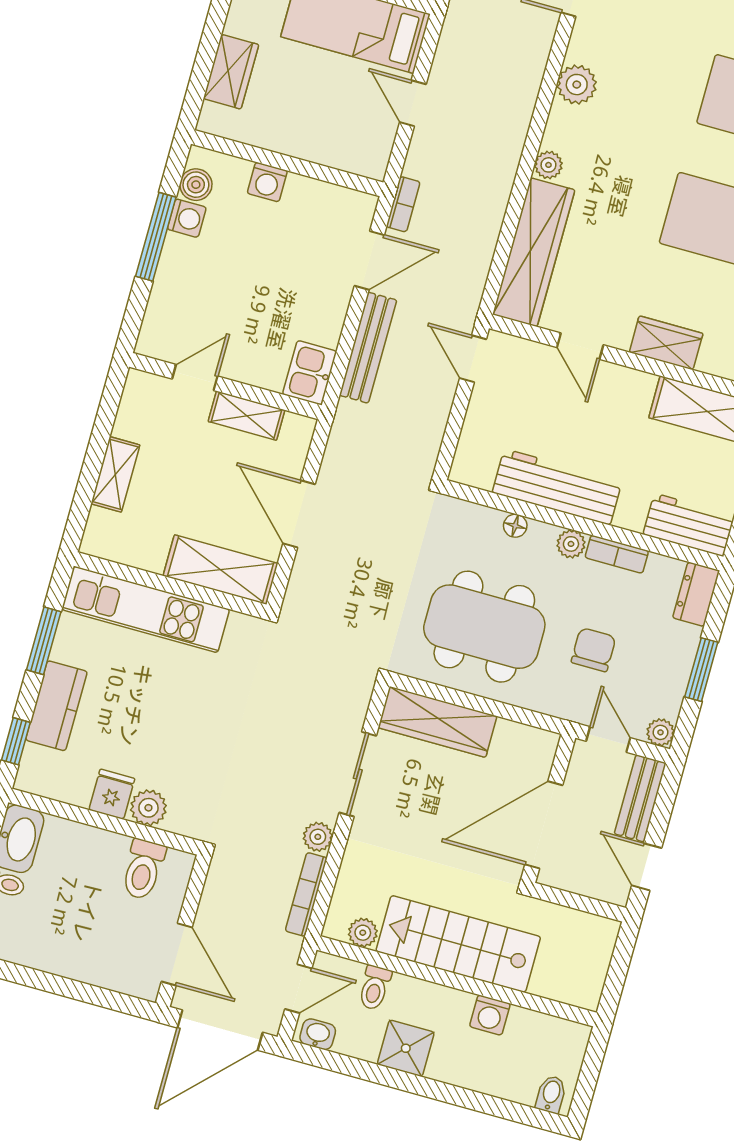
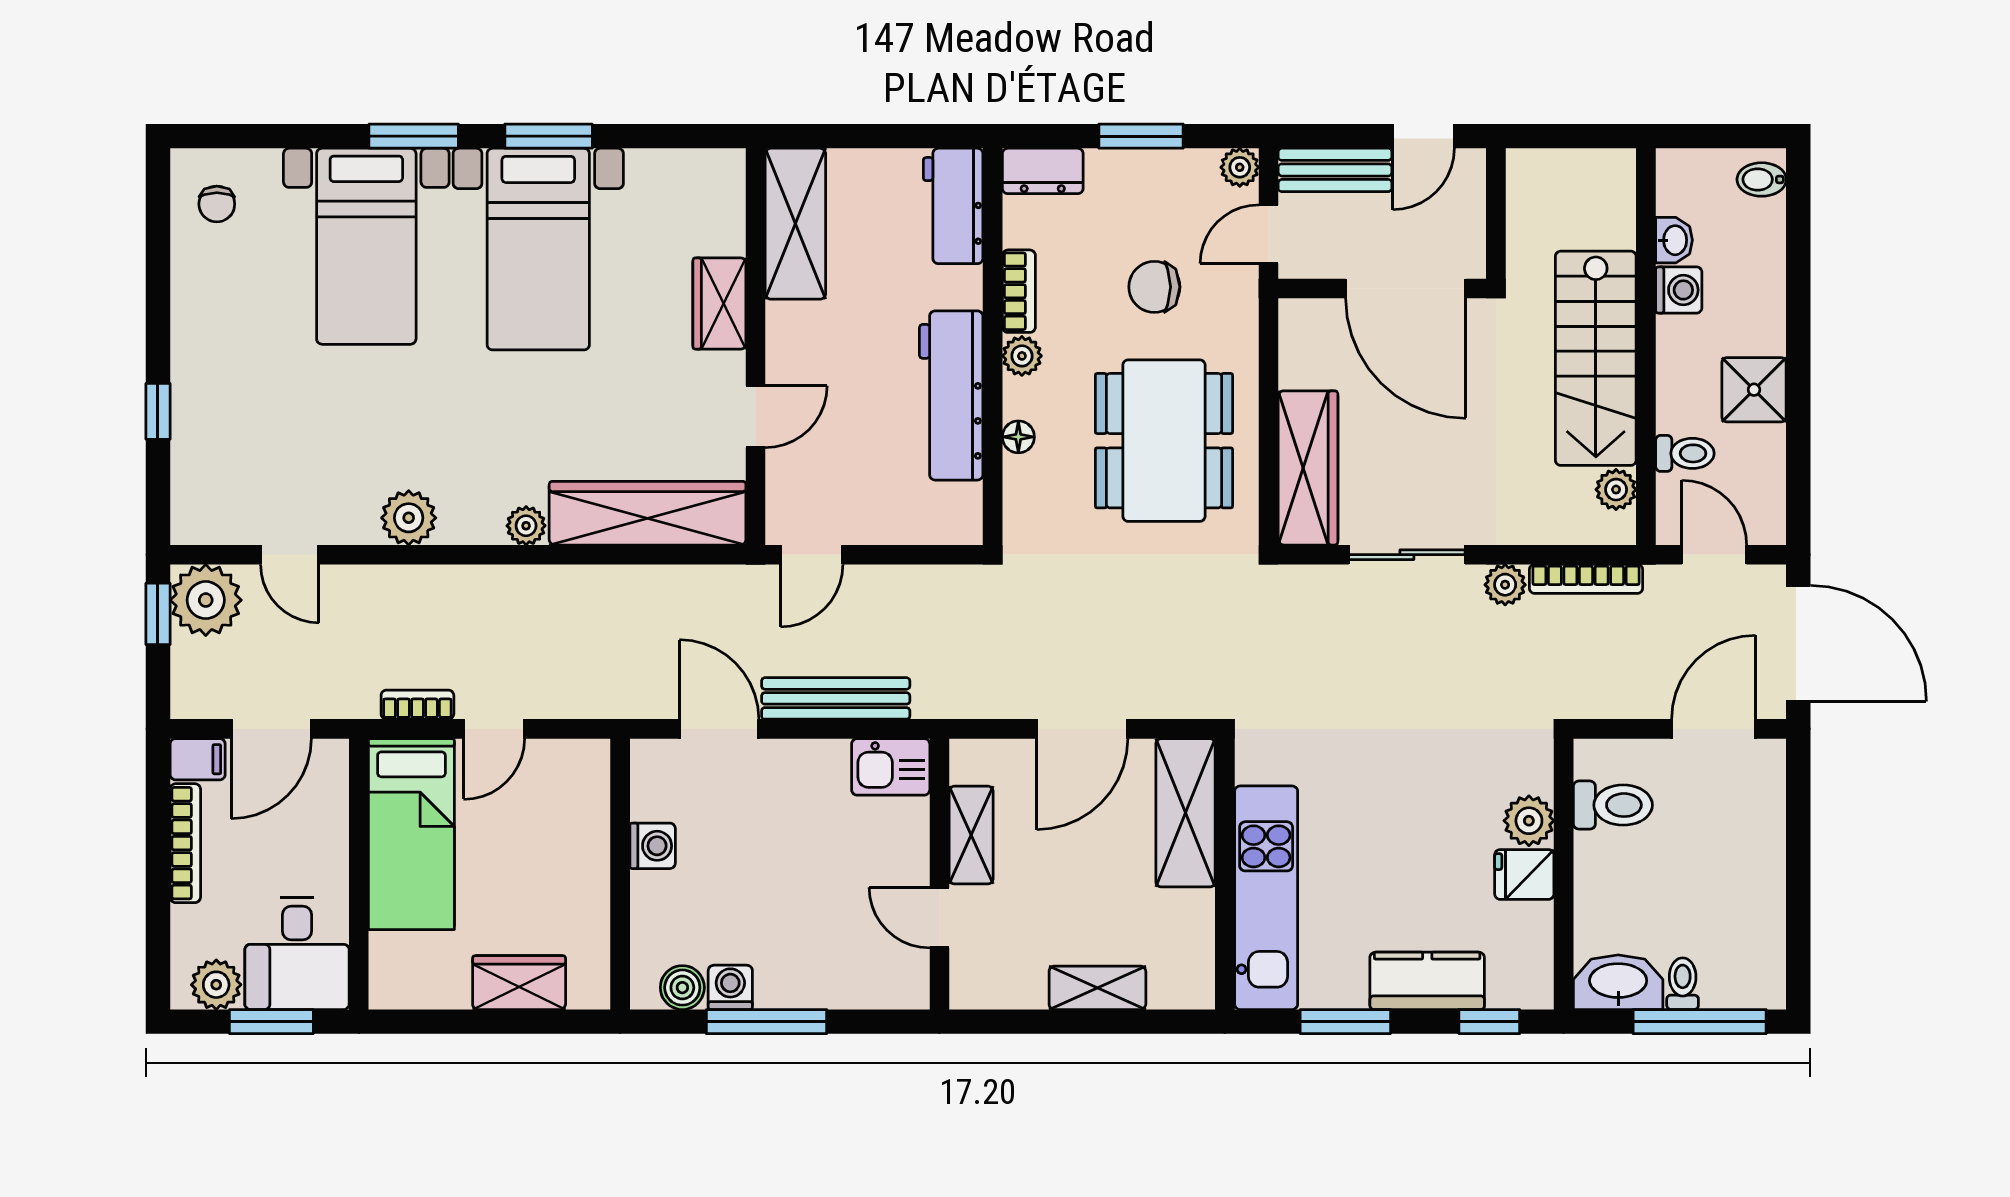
washing machine: (267, 182) -> (653, 846), moved
bookcase: (403, 204) -> (417, 705), moved
washbasin: (318, 1034) -> (1674, 240), moved, turned 180

